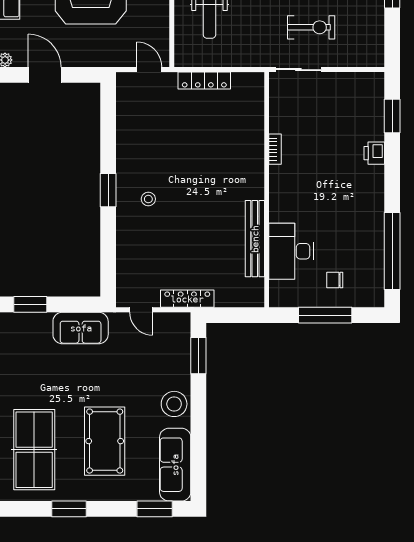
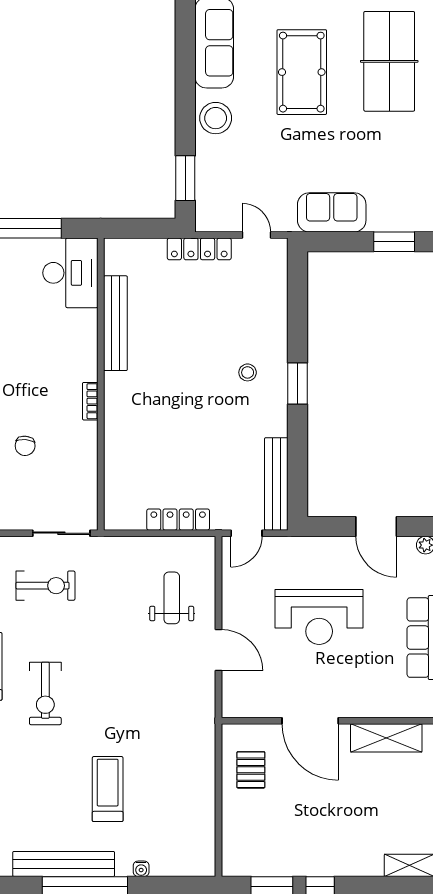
exercise bike: (311, 27) -> (46, 586), turned 180
door: (149, 70) -> (246, 533), hinge flipped
bench: (125, 109) -> (276, 484), added
bookcase: (275, 149) -> (90, 401), moved
desk: (291, 251) -> (70, 273), moved
chair: (335, 280) -> (25, 446), moved, turned 95

